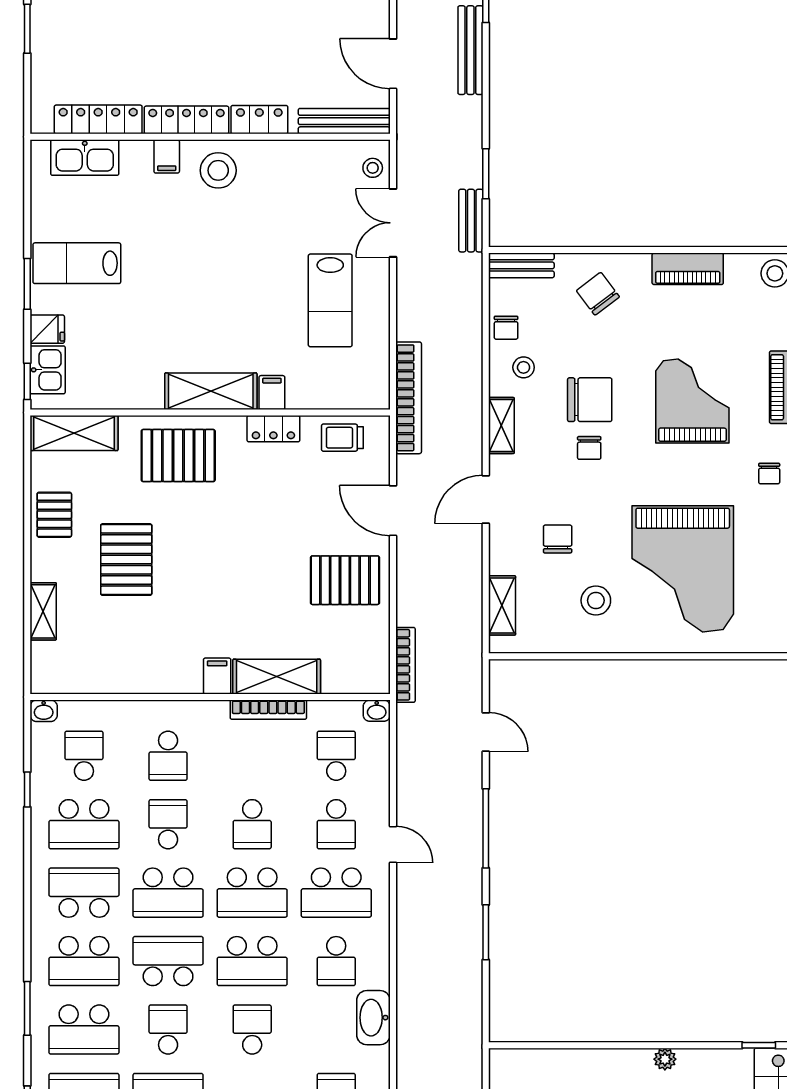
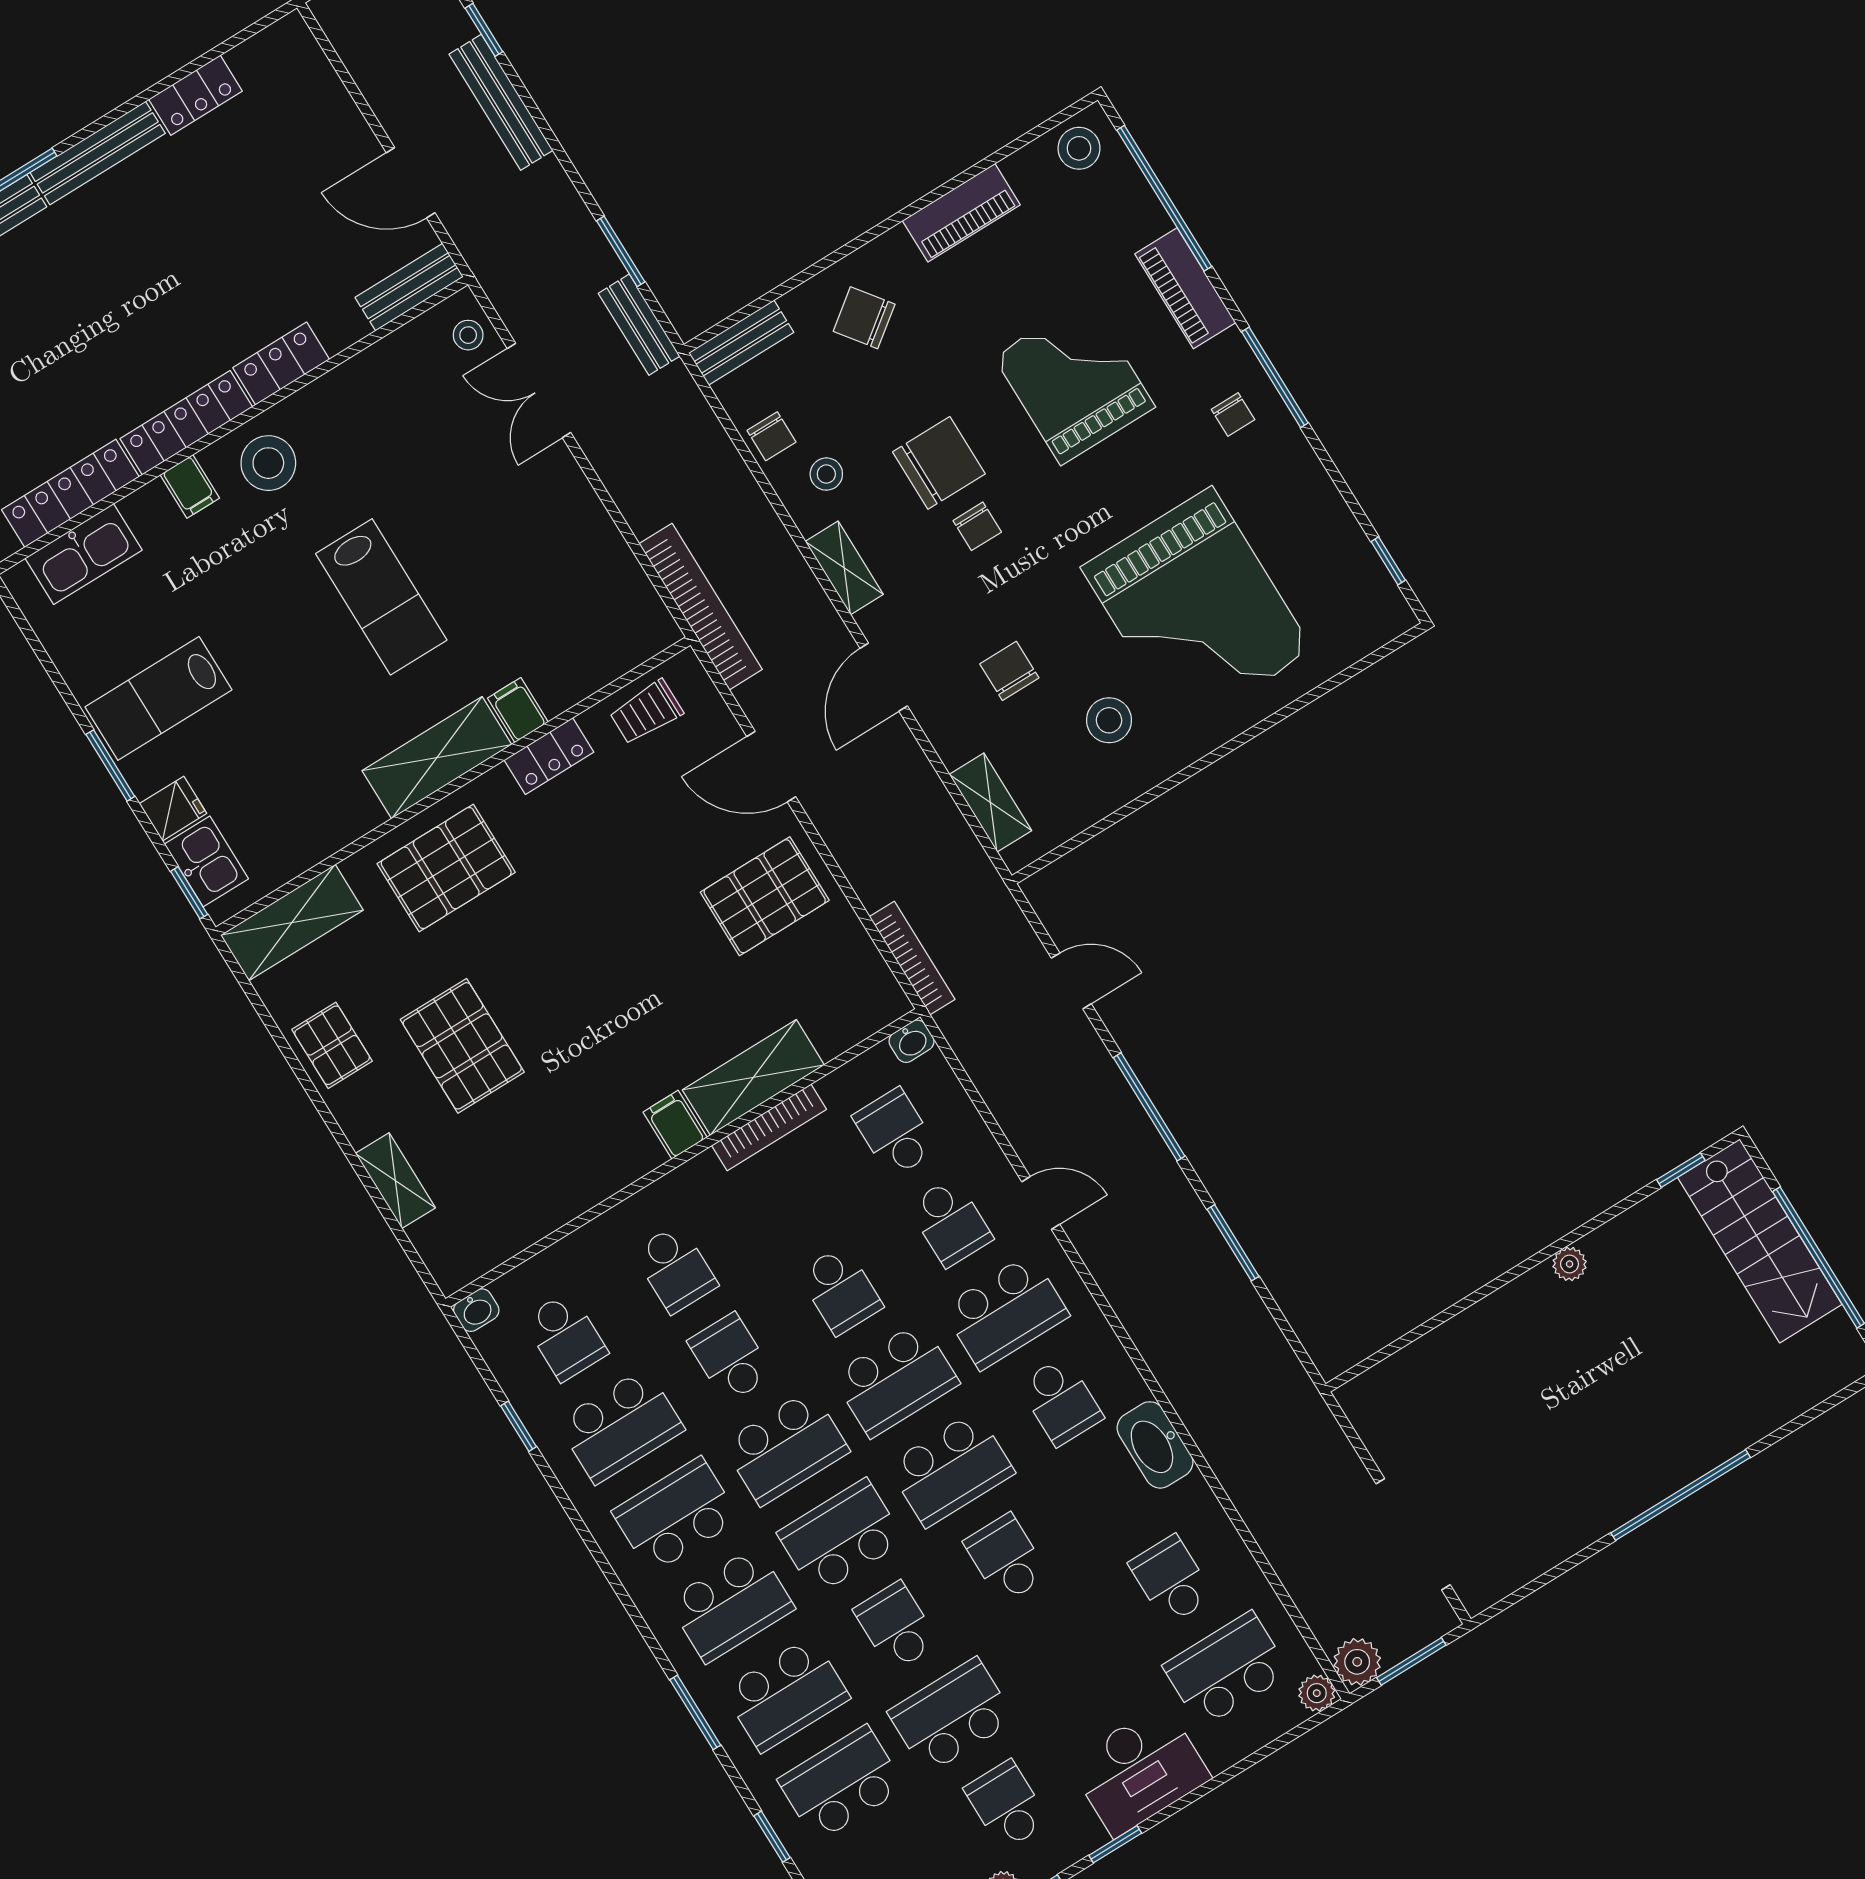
bench: (344, 121) -> (409, 287), width x0.73
lab bench: (330, 300) -> (381, 597), moved
school desk: (84, 756) -> (565, 1336), turned 180

